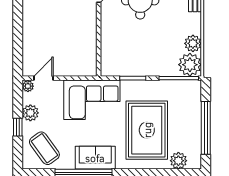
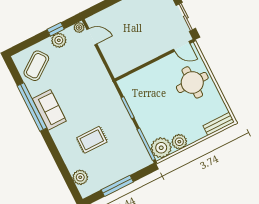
corner sofa: (92, 100) -> (94, 84), removed
window: (18, 127) -> (56, 29), moved
window: (206, 128) -> (117, 186), width x0.68
rug: (147, 130) -> (92, 140), width x0.54, depth x0.49

